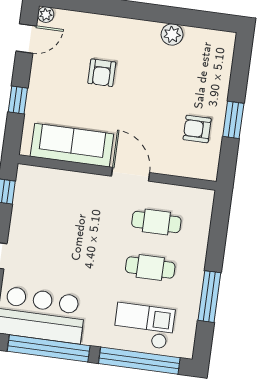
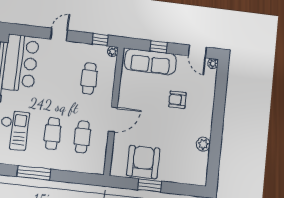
armchair: (197, 129) -> (143, 162), width x1.88, depth x1.88
sofa: (72, 145) -> (150, 62), moved, turned 90
plant: (25, 172) -> (113, 51), added
cafe table: (66, 210) -> (89, 78), added

